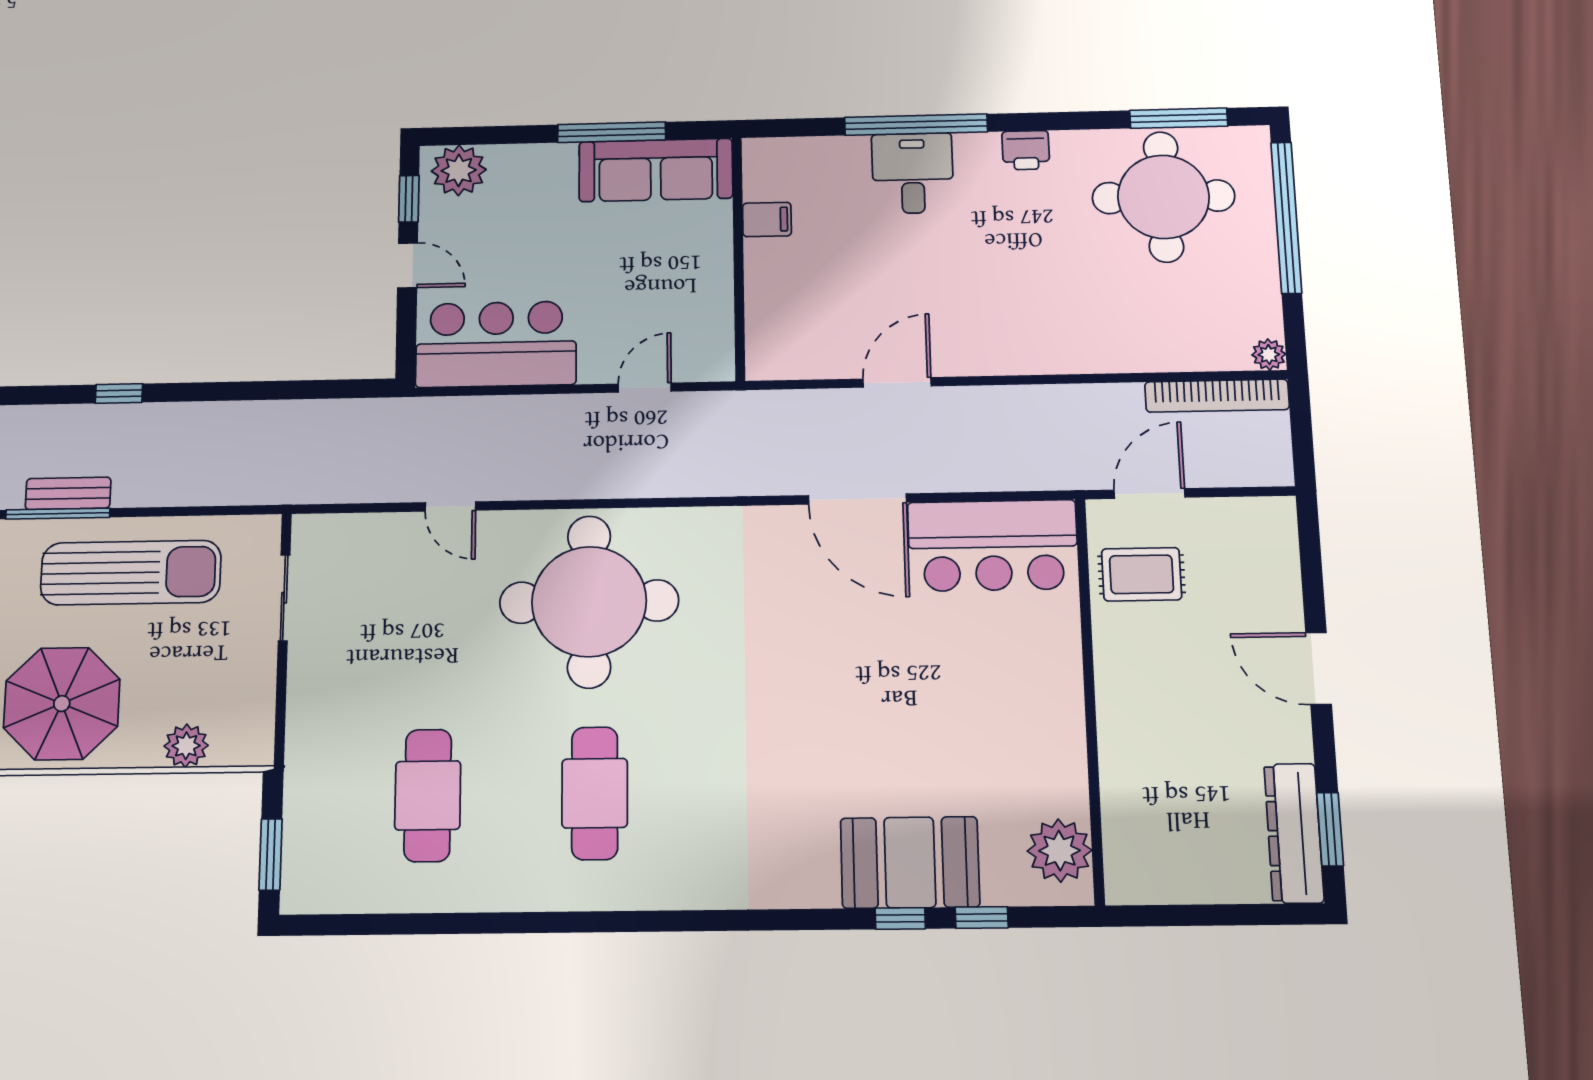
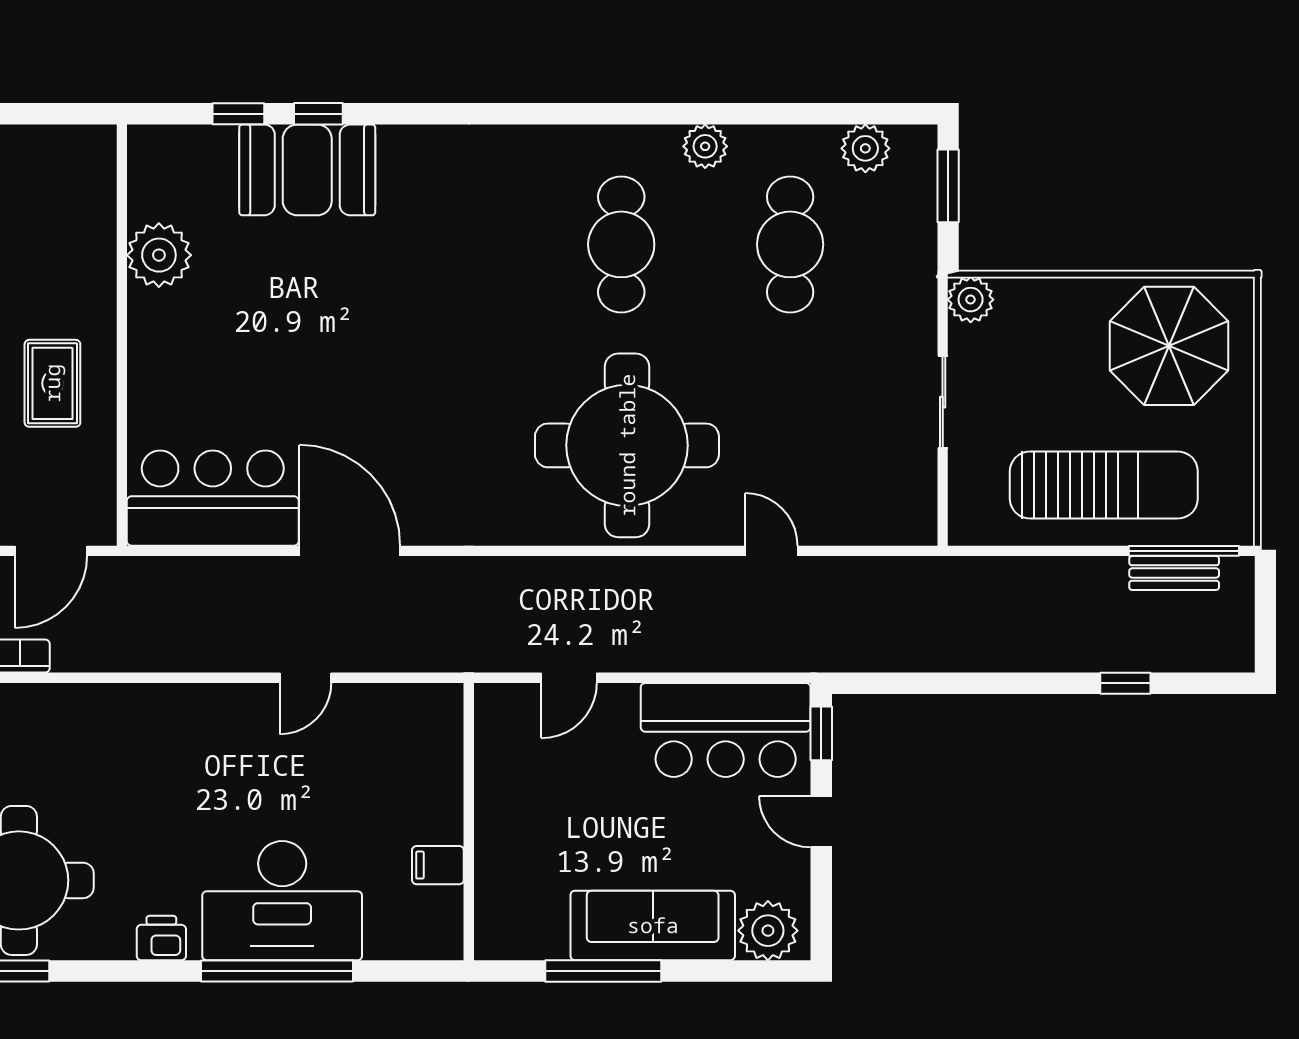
sofa: (656, 170) -> (653, 925), moved
desk: (913, 173) -> (282, 901), width x1.87, depth x1.30
window: (409, 199) -> (821, 733), moved
door: (897, 382) -> (305, 678), width x0.73
sun lounger: (131, 573) -> (1104, 485), turned 180
rug: (1142, 574) -> (52, 383), moved, turned 90
sliding door: (284, 598) -> (943, 402), moved
plant: (186, 746) -> (971, 300), moved
plant: (1060, 851) -> (159, 255), moved
plant: (351, 890) -> (865, 148), added
plant: (511, 891) -> (705, 146), added

